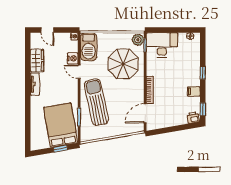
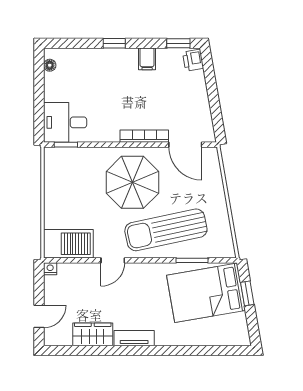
plant: (138, 40) -> (56, 157), removed
desk: (162, 45) -> (65, 122), width x0.73
nightstand: (73, 58) -> (89, 272), removed
parasol: (123, 64) -> (132, 182), moved

